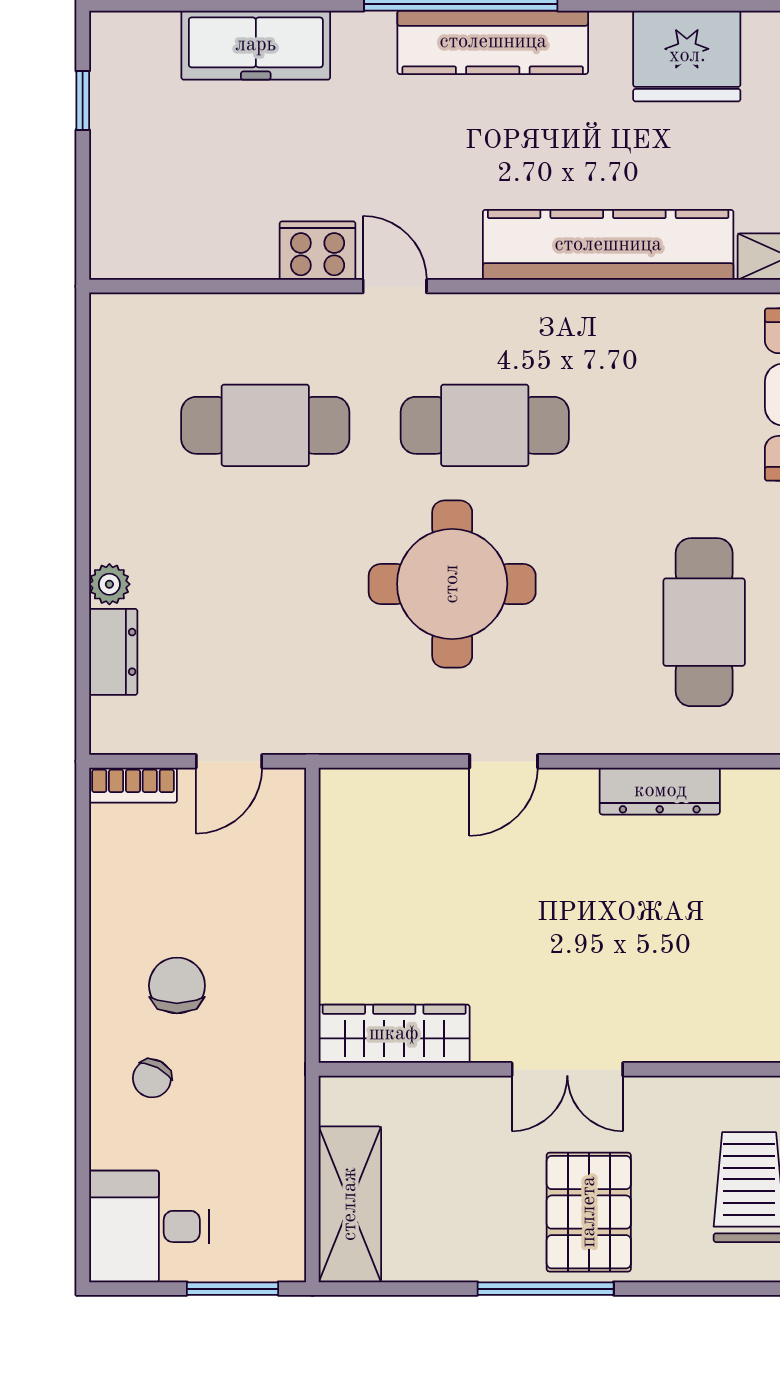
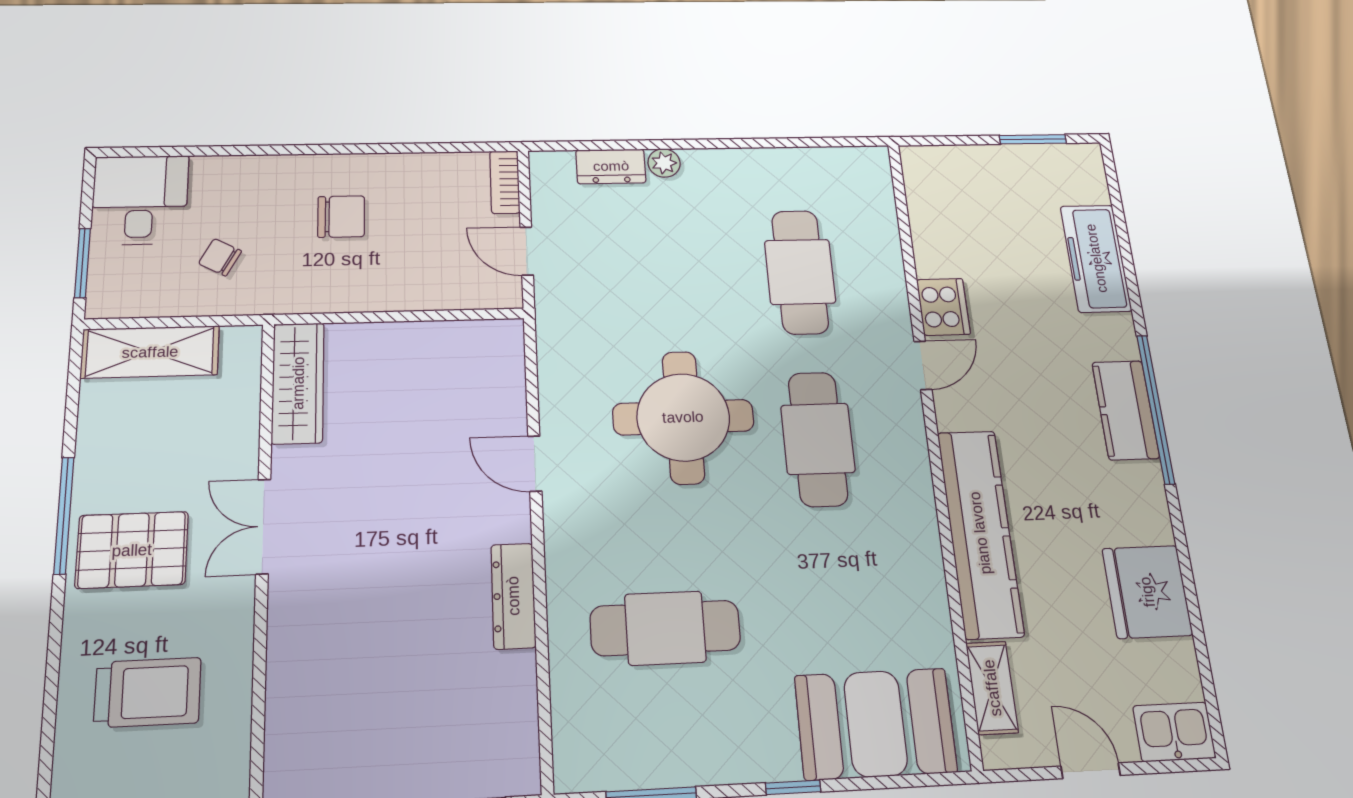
kitchen counter: (493, 42) -> (1126, 410), width x0.67
window: (83, 100) -> (1033, 139), width x1.50
chair: (152, 1078) -> (220, 257), moved

